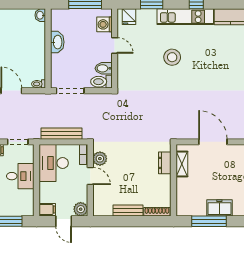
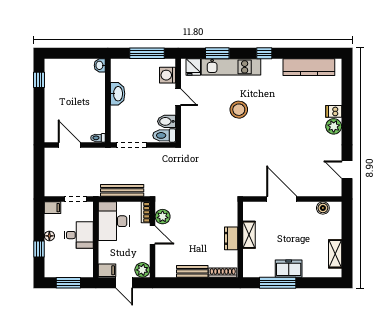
kitchen unit: (185, 17) -> (231, 67), moved
dresser: (165, 163) -> (231, 238), moved
shelving: (182, 164) -> (249, 235), moved

